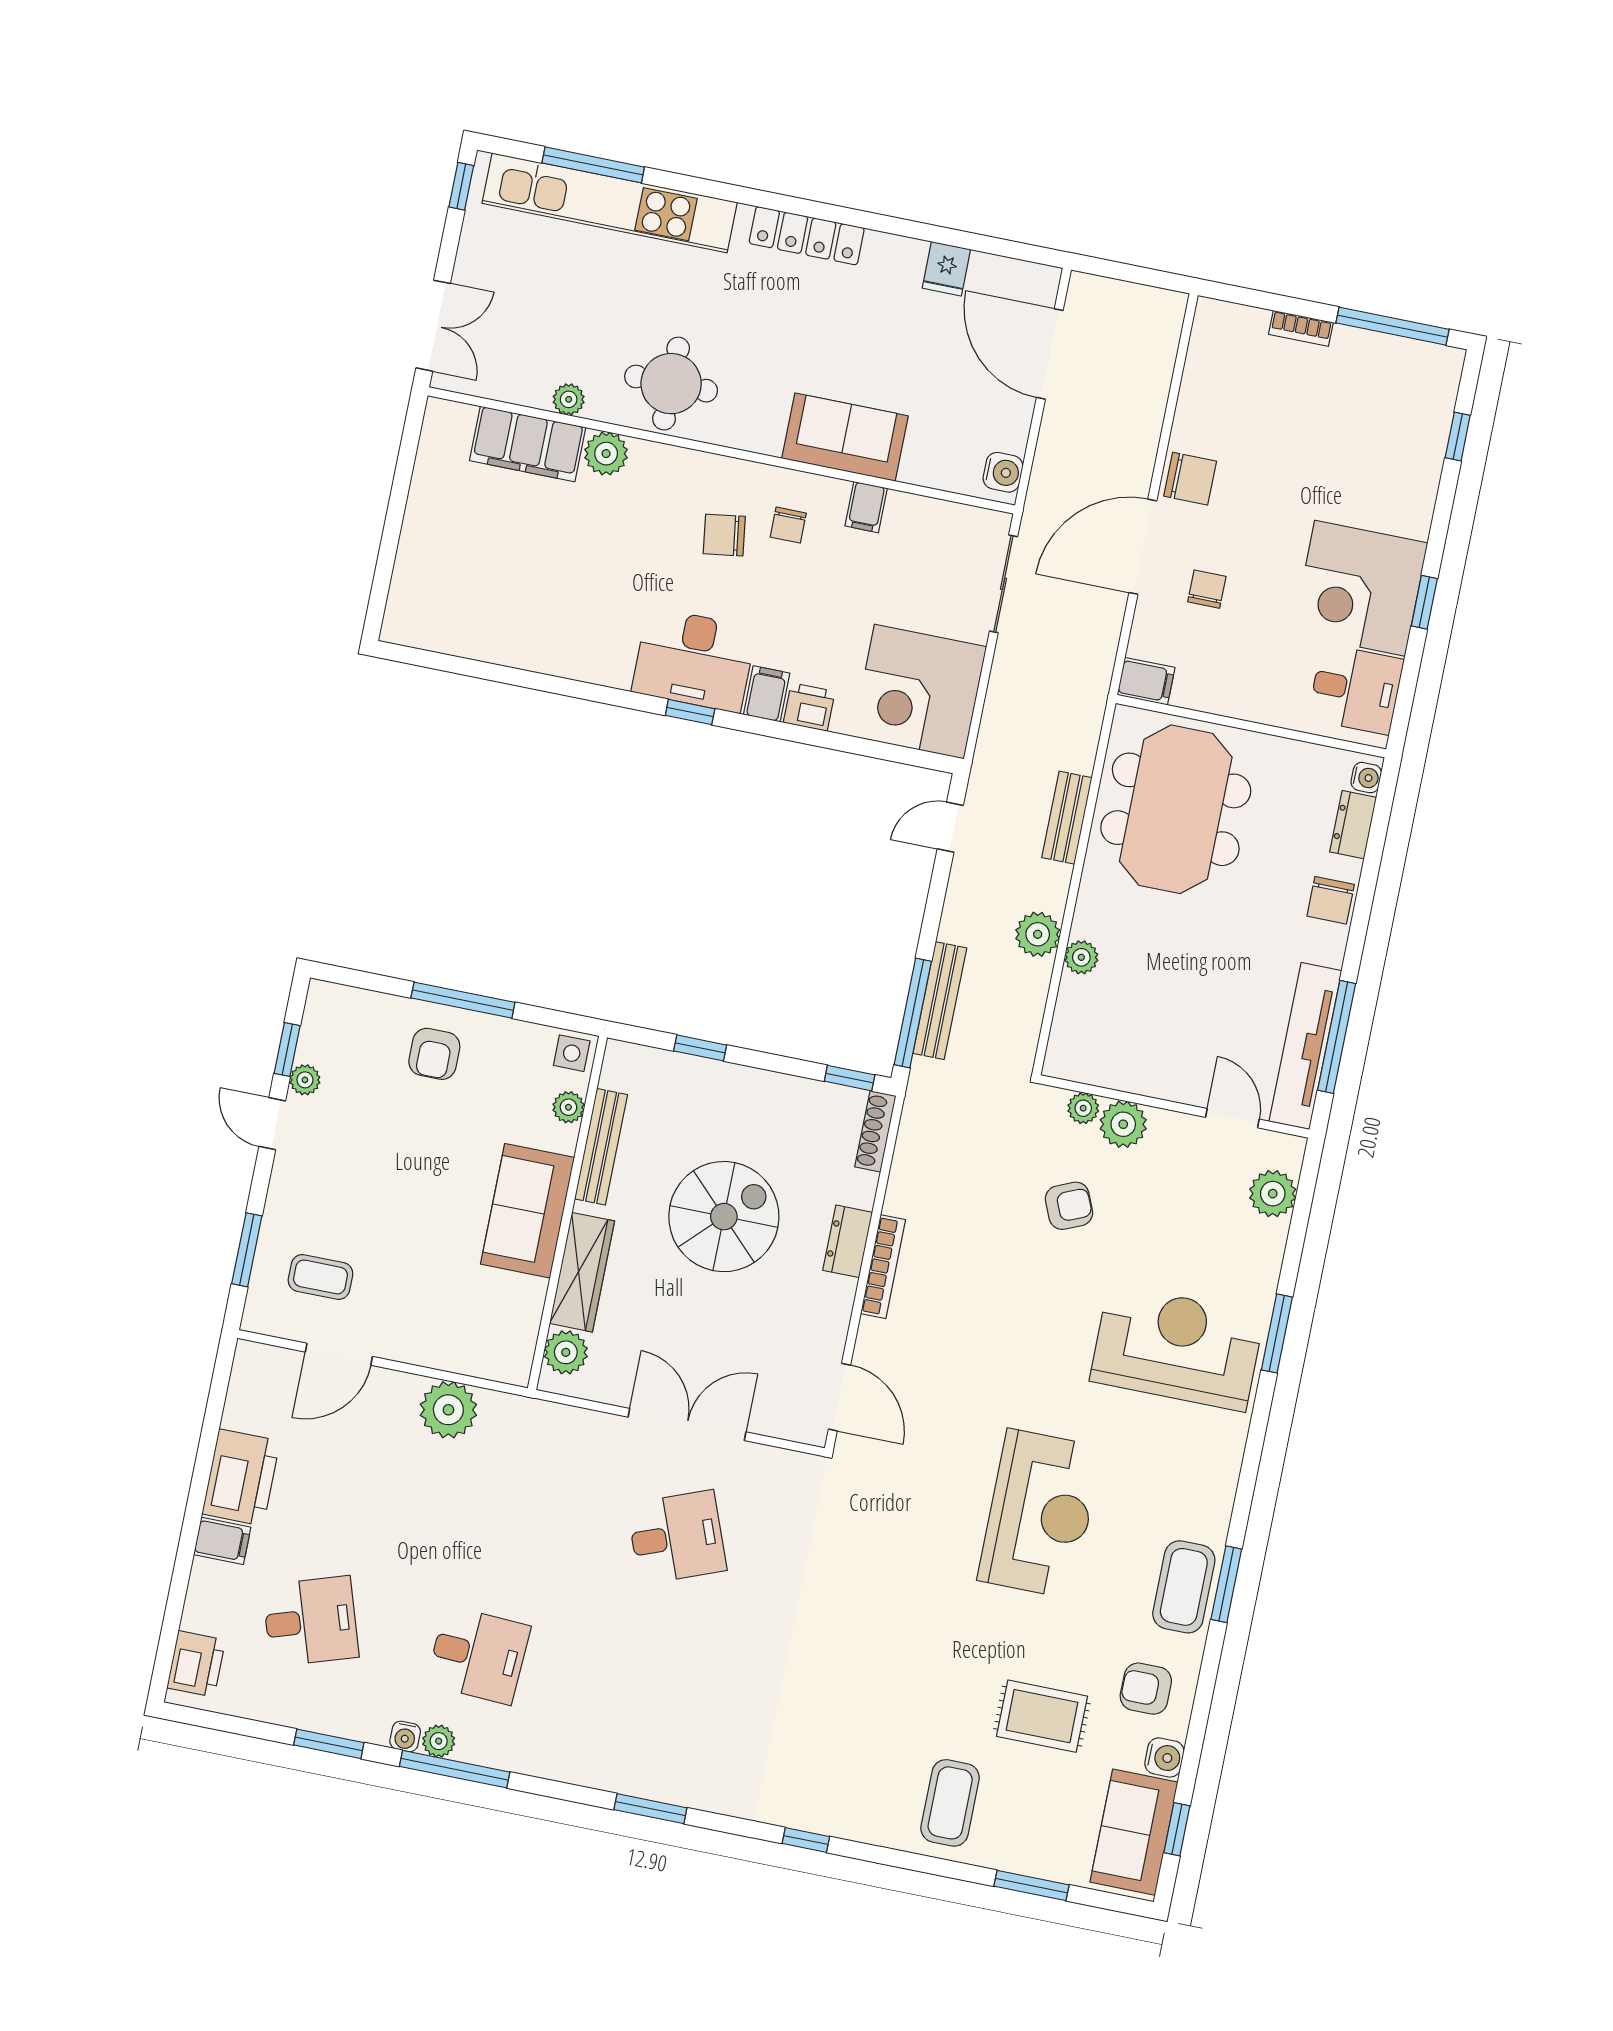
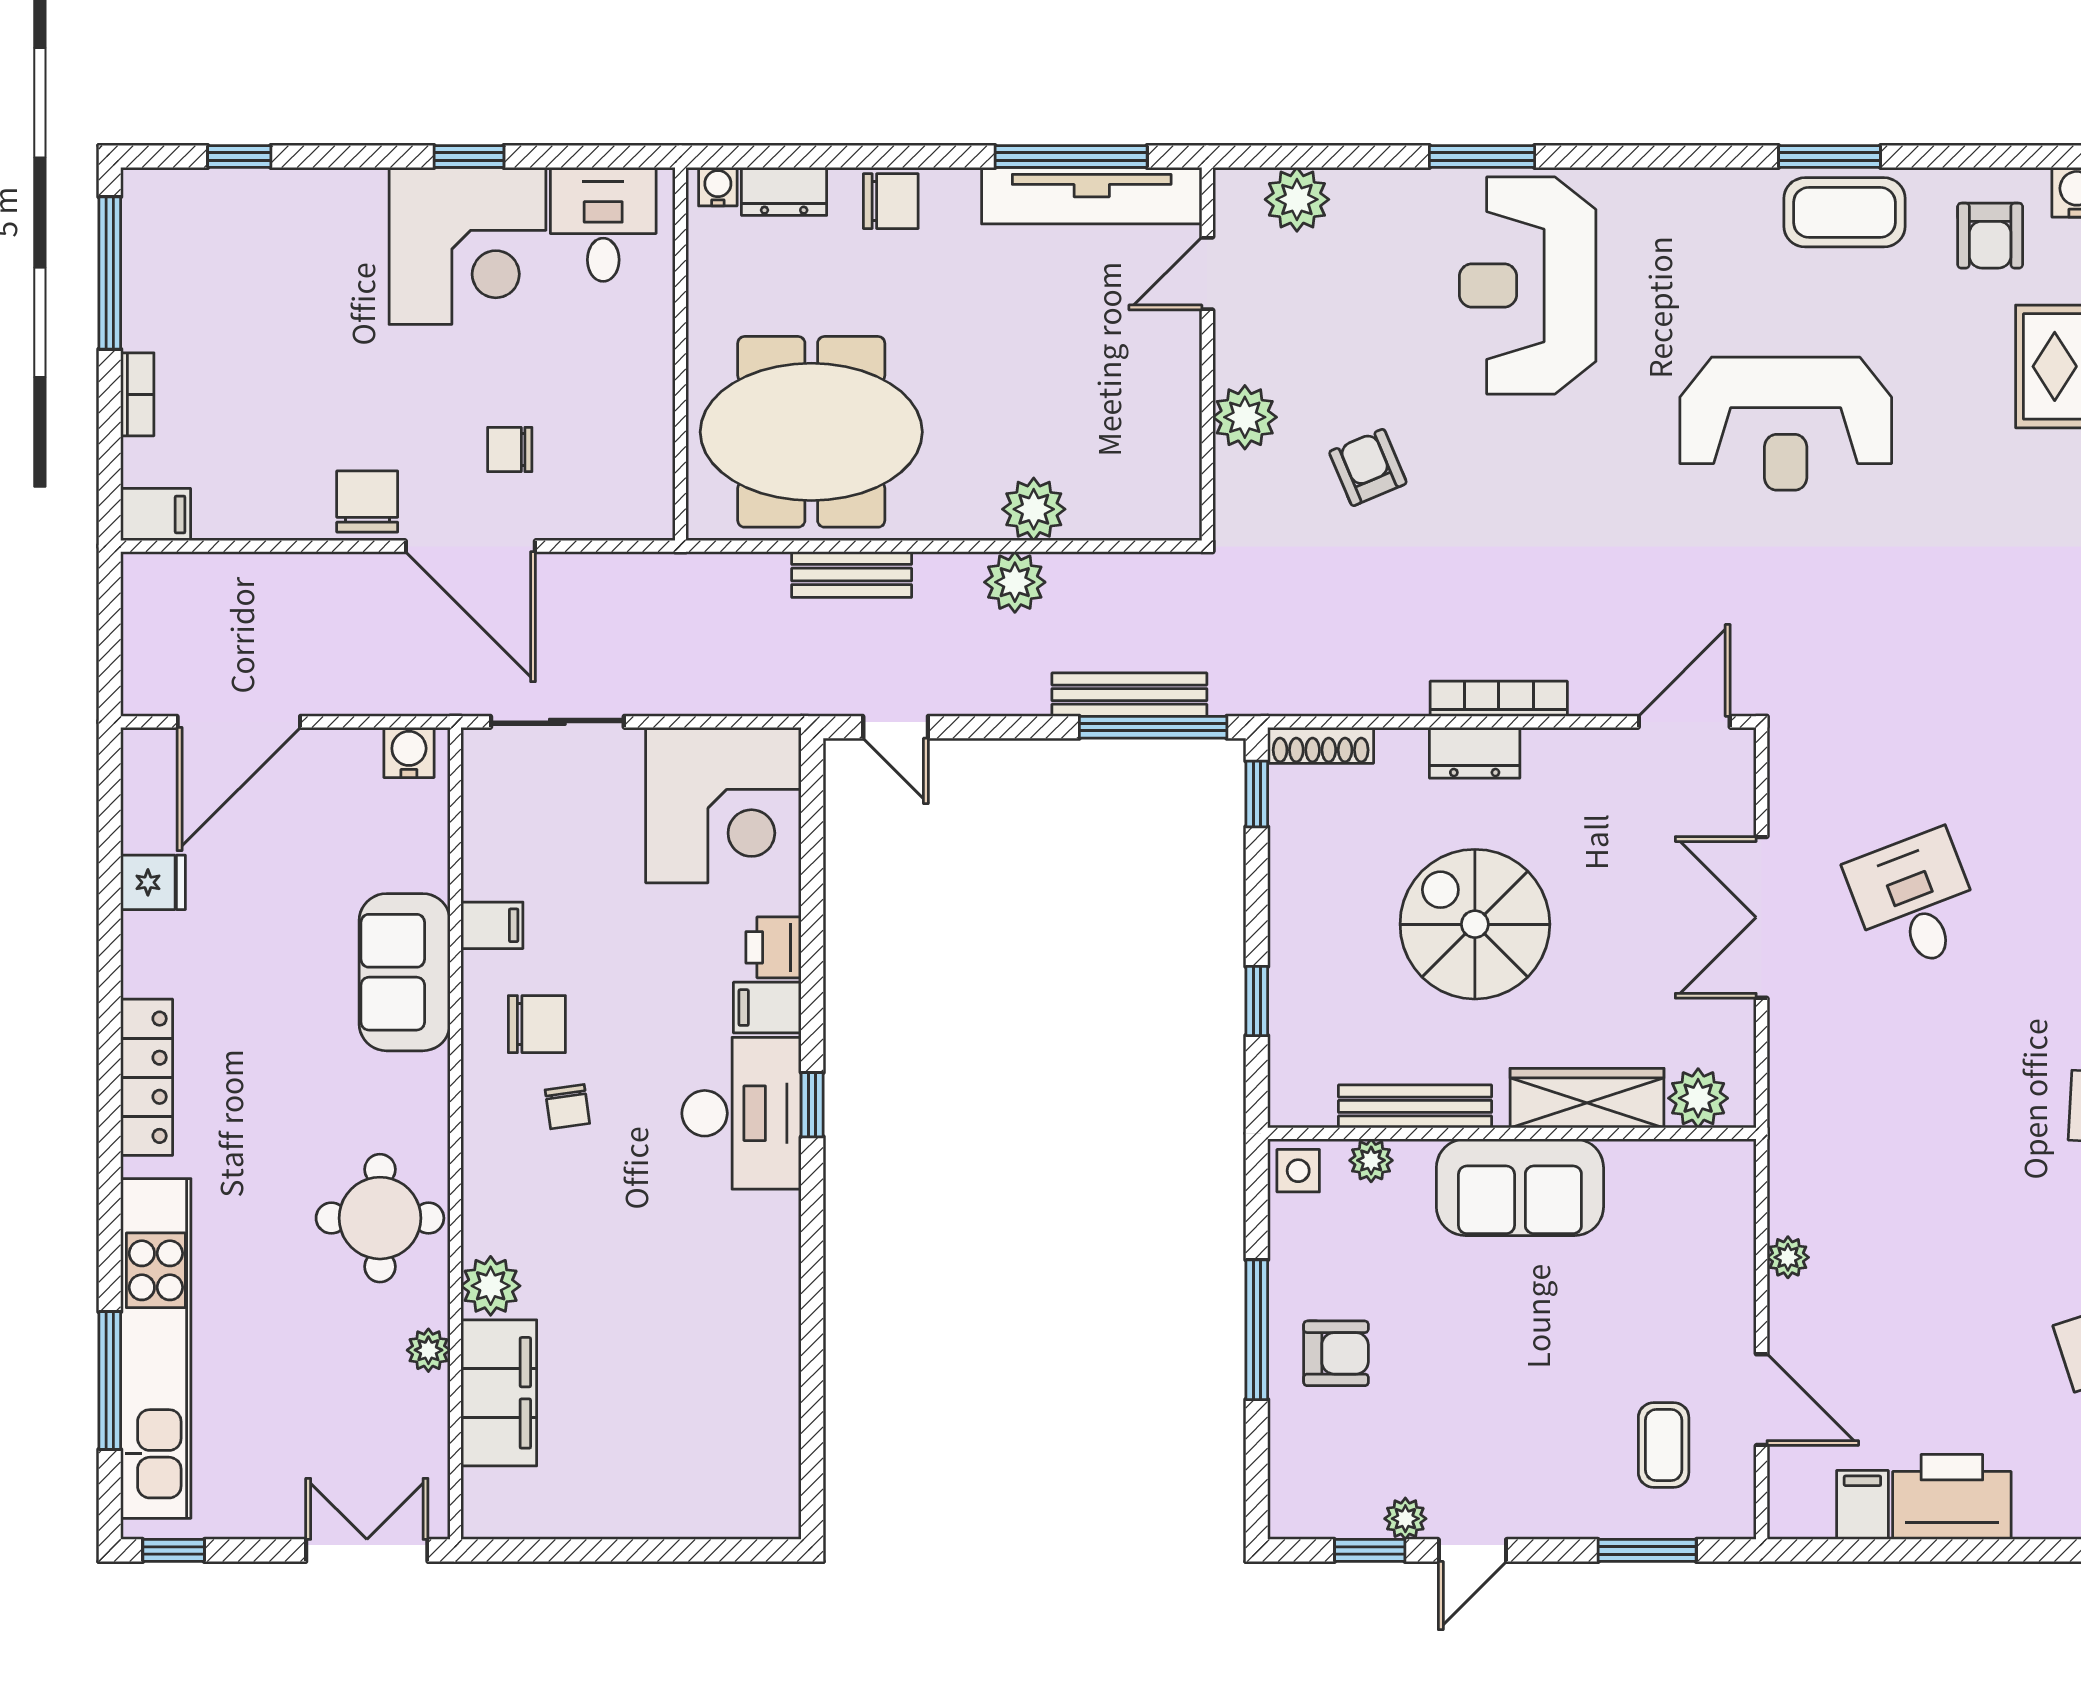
chair: (788, 525) -> (537, 1024), width x1.37, depth x1.37
chair: (724, 535) -> (567, 1107), width x0.73, depth x0.73
filing cabinet: (1146, 681) -> (156, 515), moved, turned 90
plant: (1081, 957) -> (1034, 509), width x1.38, depth x1.38
plant: (1083, 1108) -> (1234, 475), removed
plant: (448, 1410) -> (1788, 1257), width x0.53, depth x0.53
reception desk: (1040, 1514) -> (1786, 424), turned 180
filing cabinet: (222, 1541) -> (1862, 1505), moved

